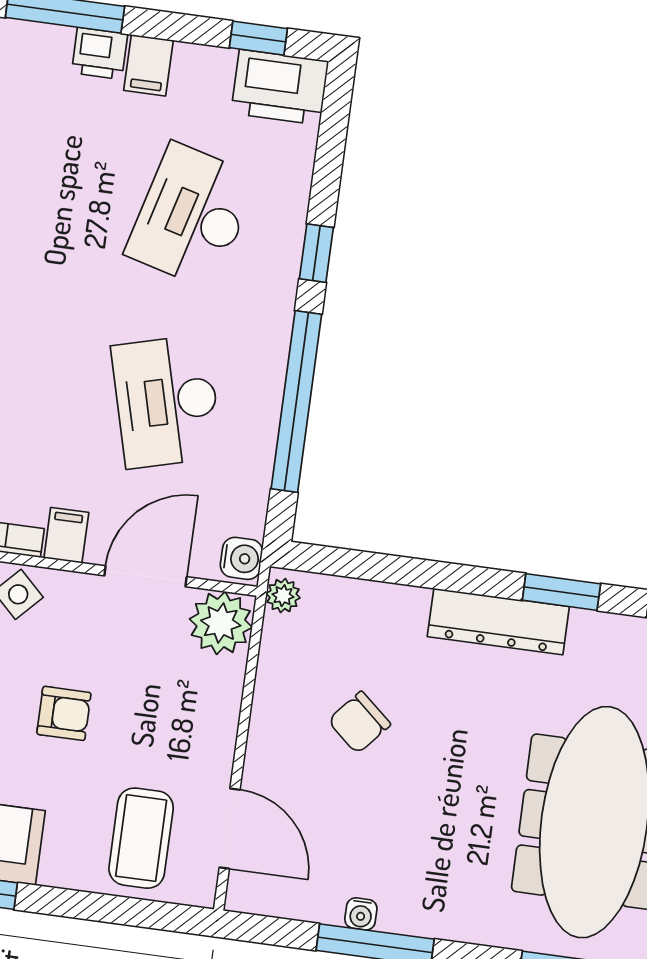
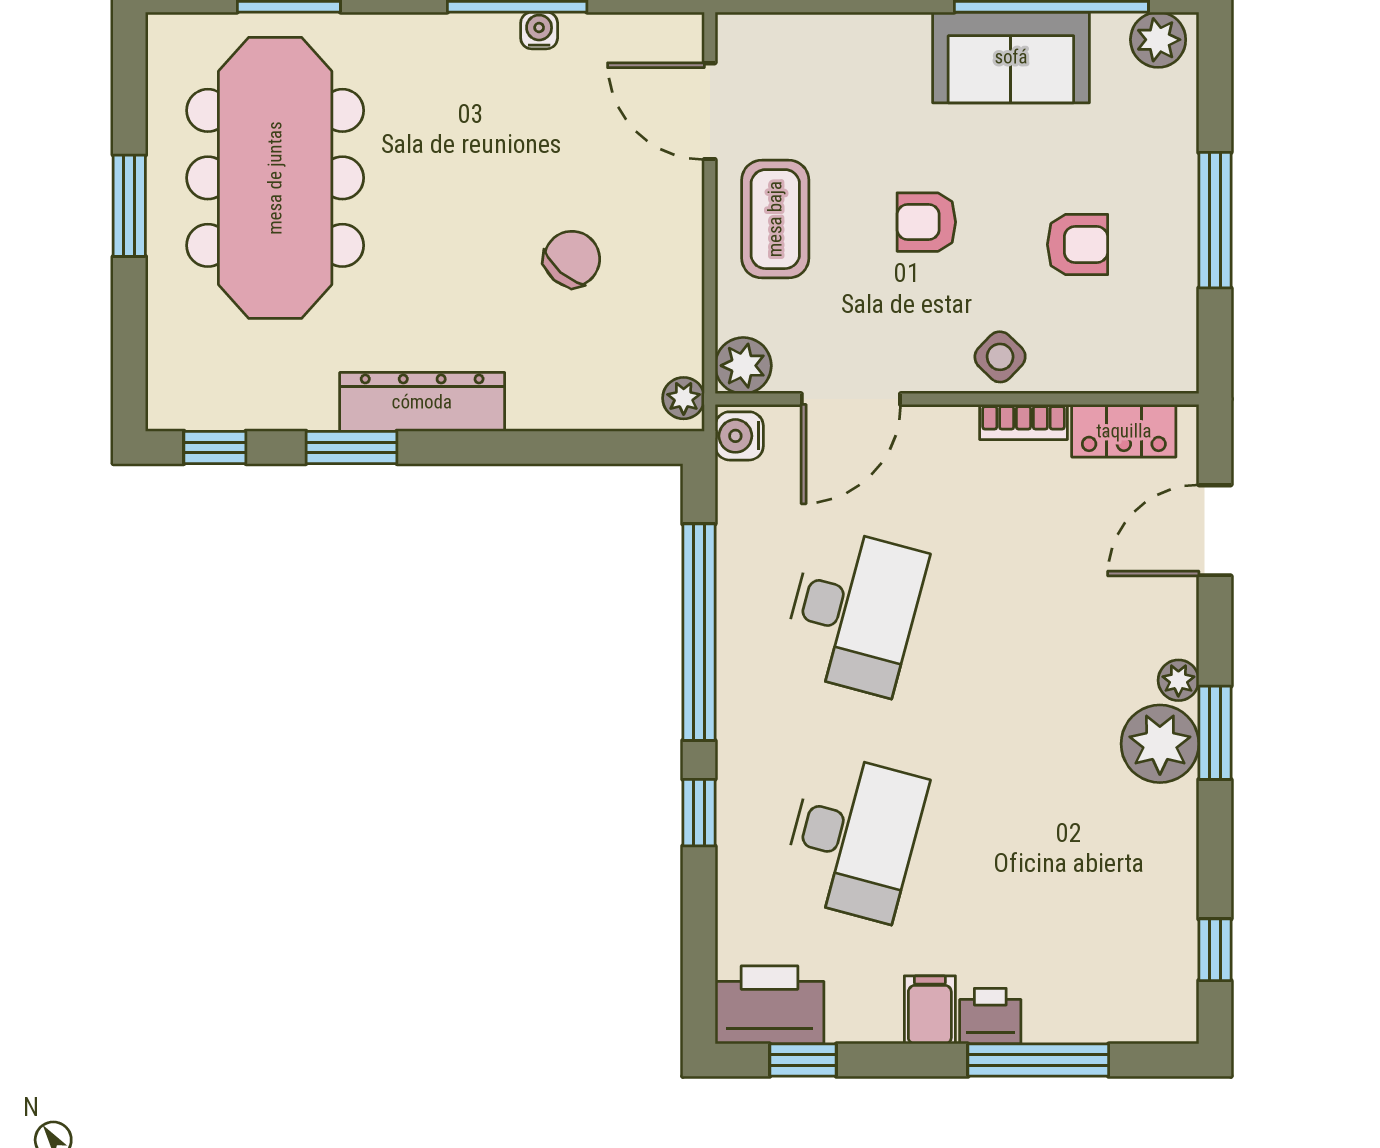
desk: (167, 401) -> (854, 611), turned 30
filing cabinet: (66, 535) -> (952, 435), removed
plant: (221, 623) -> (743, 366), width x0.73, depth x0.73
coffee table: (141, 838) -> (775, 219), moved

